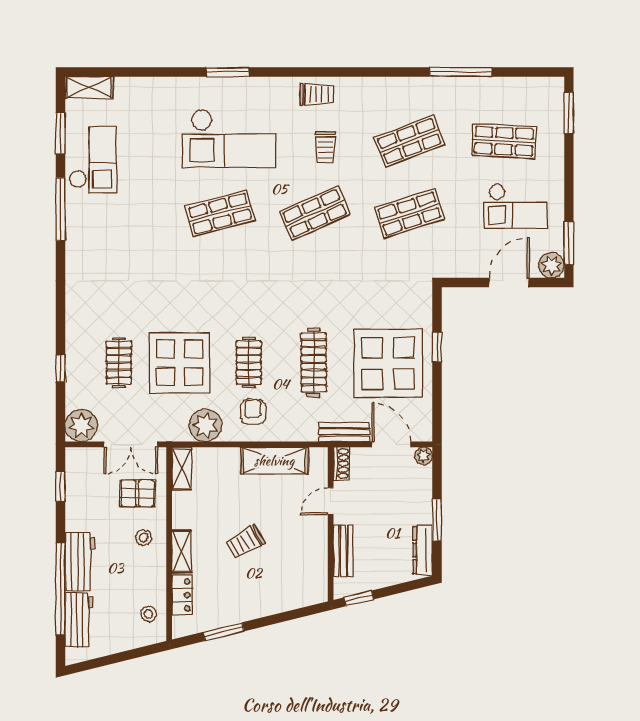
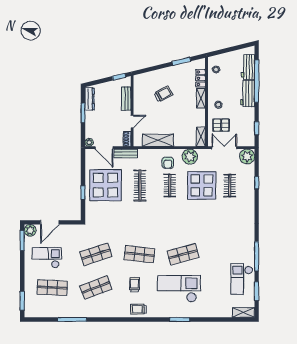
shop shelf: (315, 213) -> (139, 254), turned 30
trolley: (245, 542) -> (163, 94), moved

